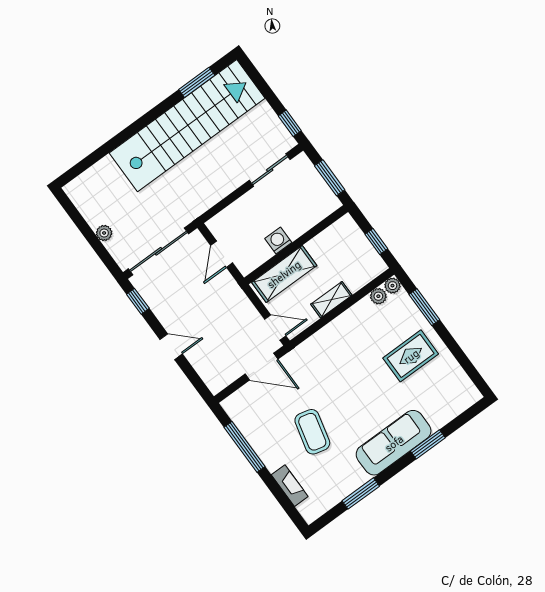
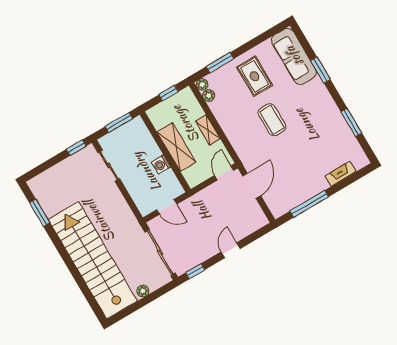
stairs: (187, 126) -> (93, 260), moved
shelving: (284, 274) -> (176, 147), moved
coffee table: (312, 432) -> (272, 120), moved, turned 76
sofa: (394, 443) -> (294, 56), moved

